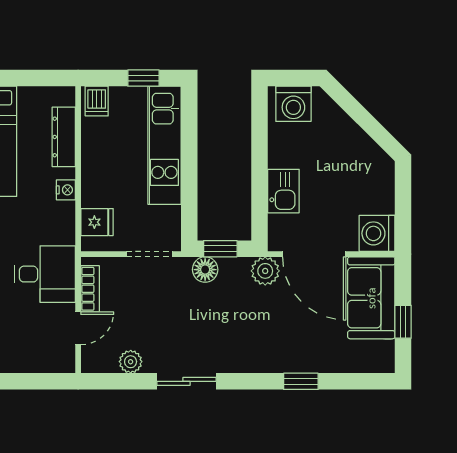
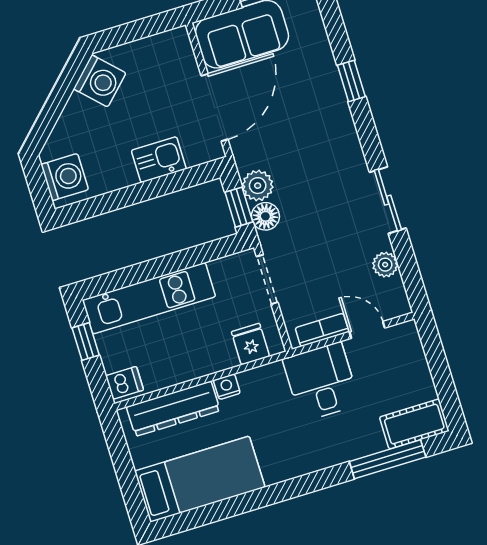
dresser: (64, 137) -> (173, 409), width x1.37, depth x1.24
washing machine: (377, 233) -> (100, 81), moved, turned -45
plant: (265, 271) -> (258, 186), moved

